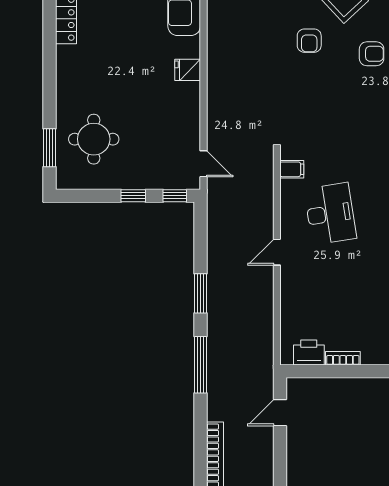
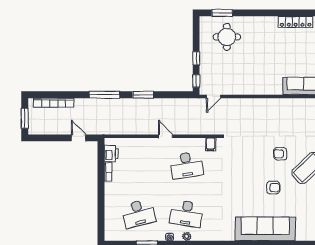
armchair: (372, 54) -> (273, 188), turned -90
fridge: (188, 70) -> (264, 88), removed

